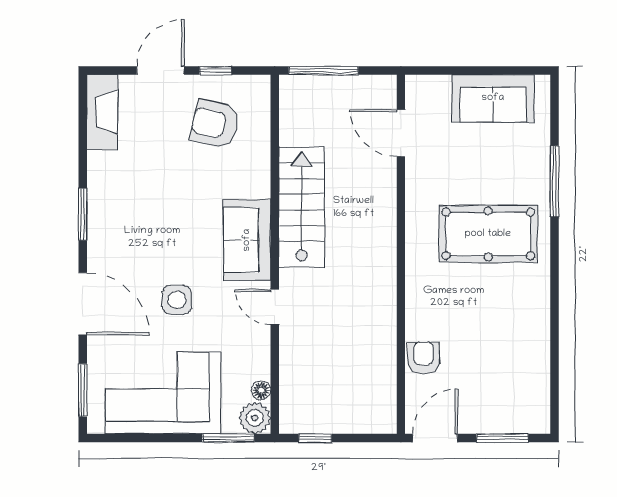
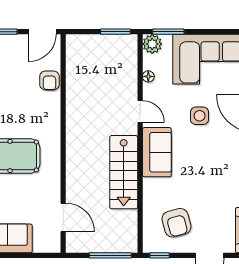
window: (215, 70) -> (160, 255), moved
armchair: (215, 124) -> (176, 223), turned 61
floor lamp: (261, 390) -> (148, 76), moved
window: (315, 438) -> (115, 32), width x1.50

